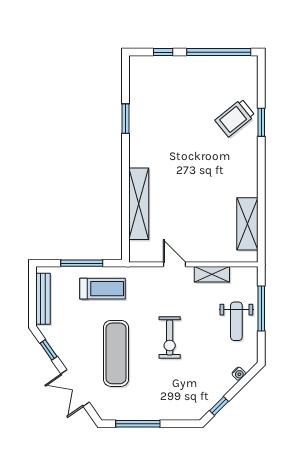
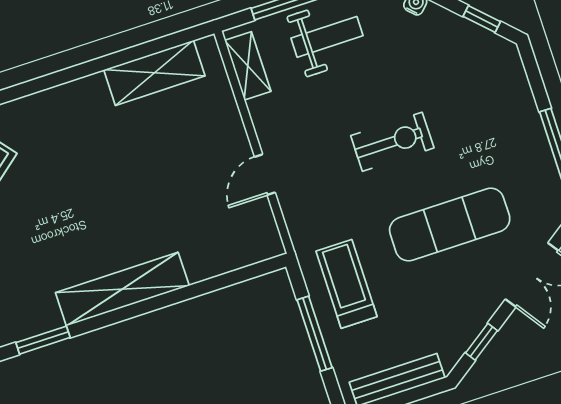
shelving: (139, 204) -> (122, 289), moved
shelving: (212, 274) -> (248, 66), moved

